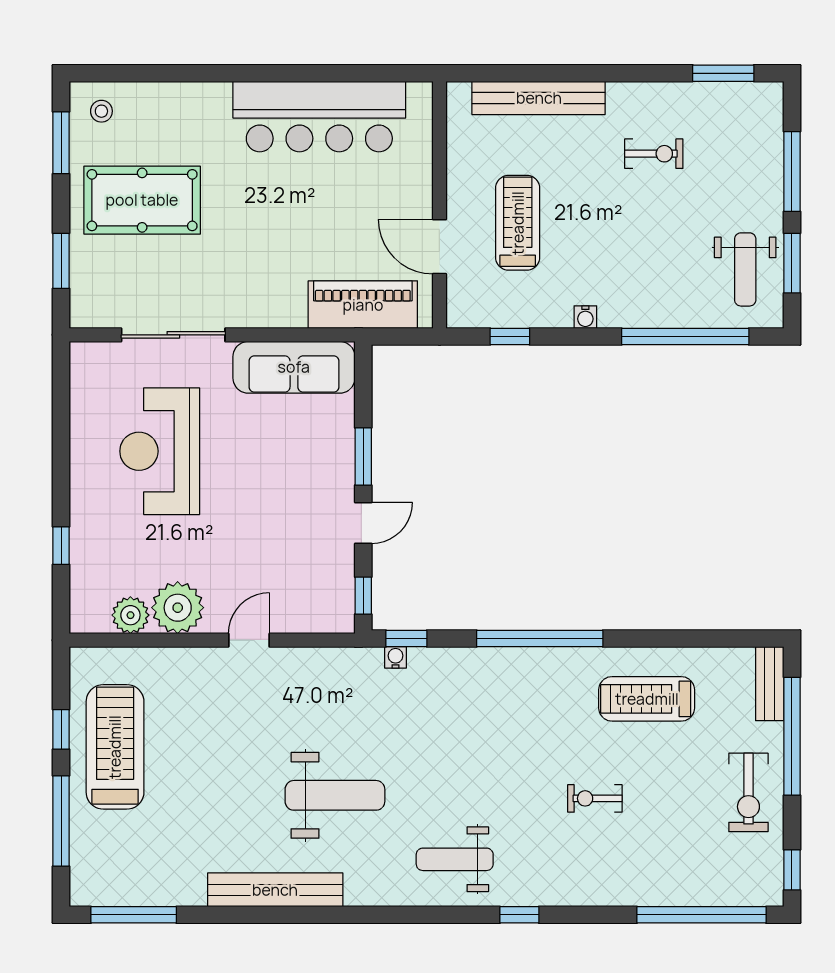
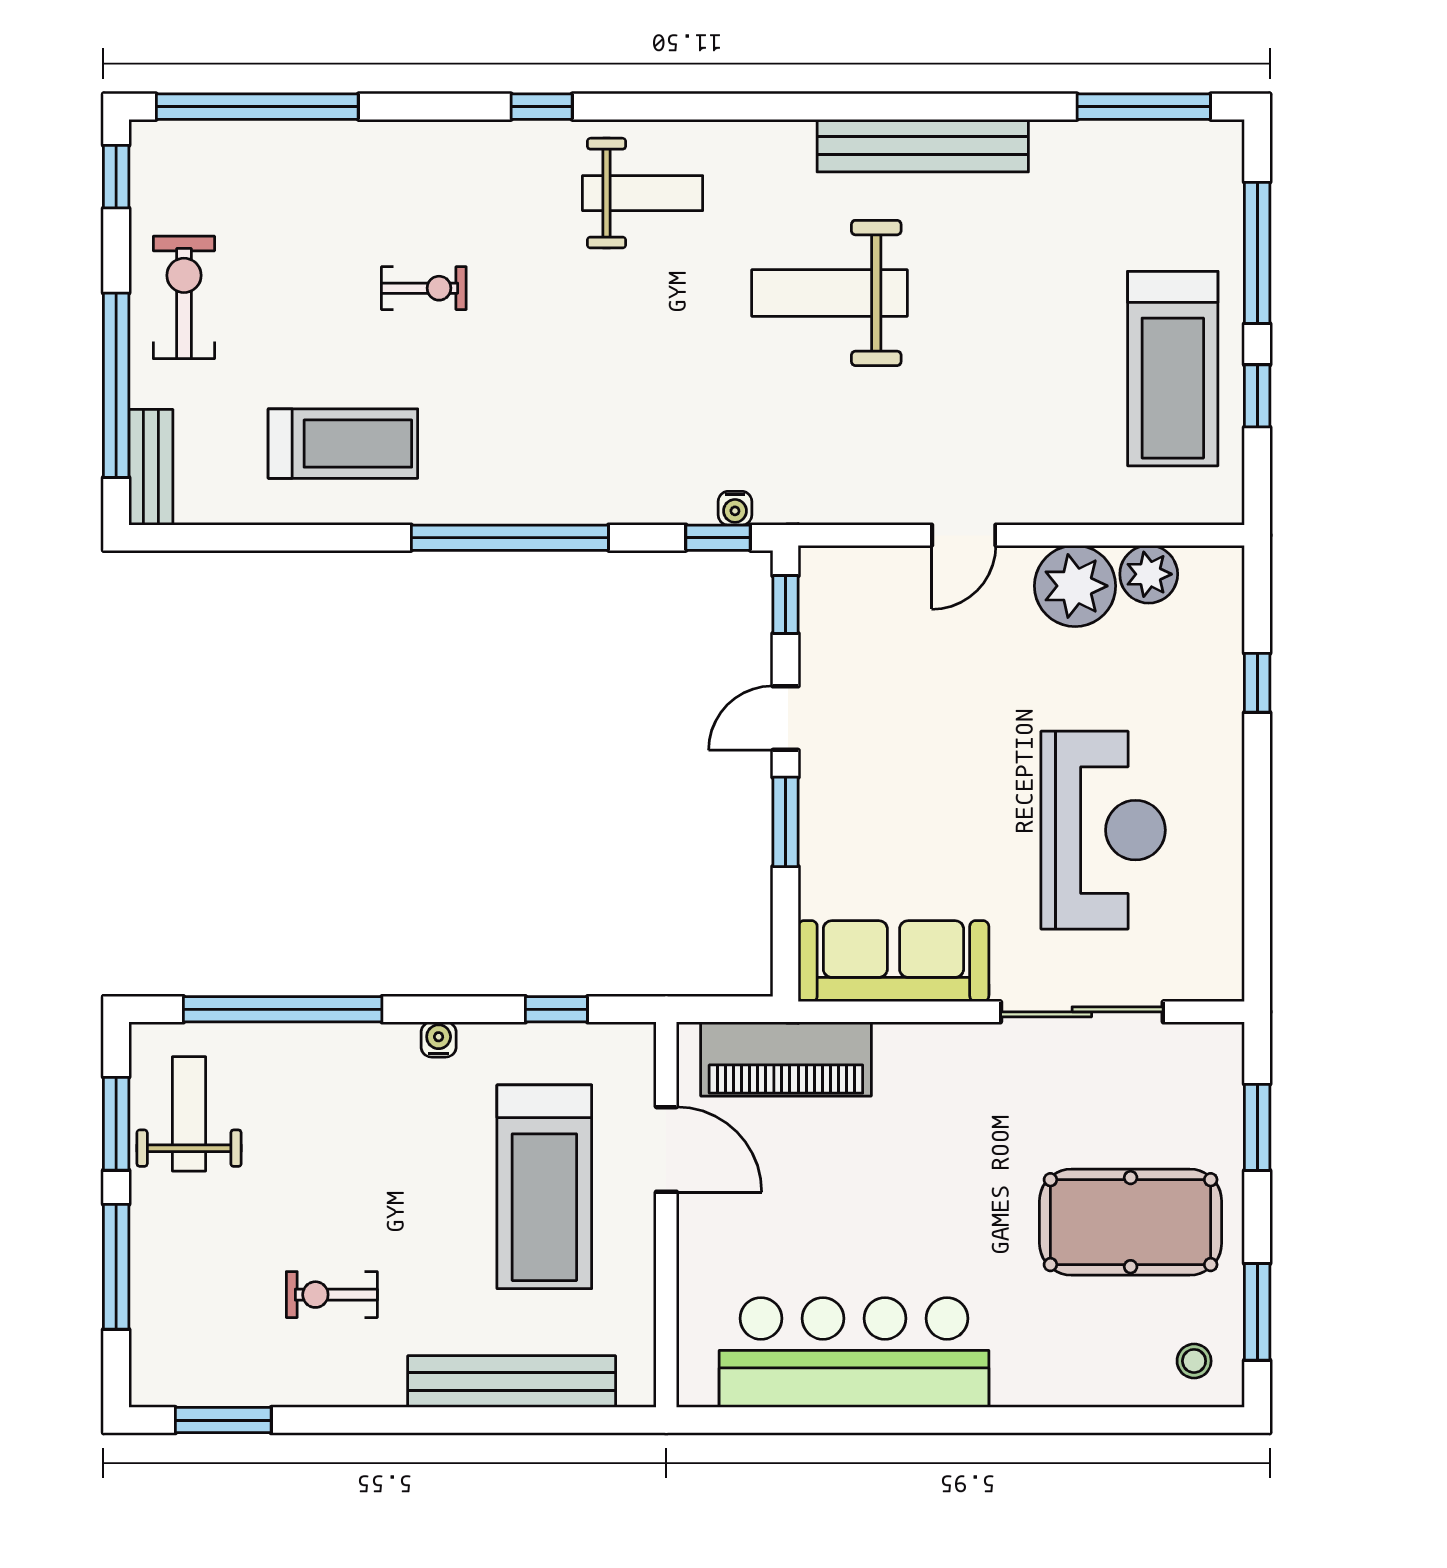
treadmill: (518, 223) -> (544, 1187), width x1.37, depth x1.37

